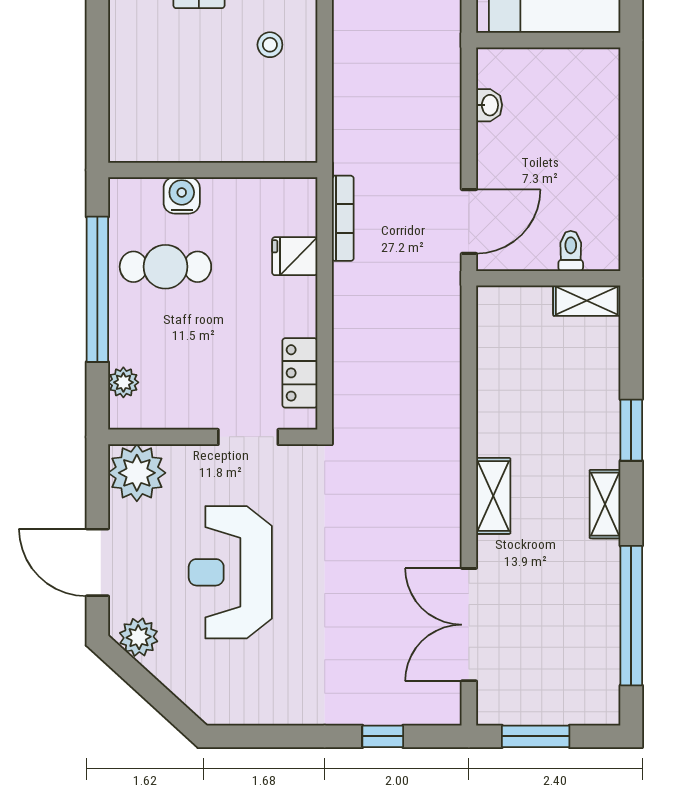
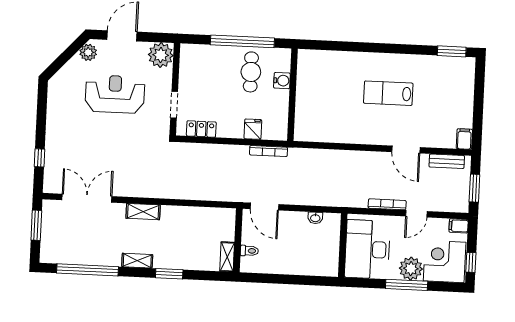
stool: (270, 45) -> (346, 123), removed
plant: (123, 382) -> (201, 51), removed

